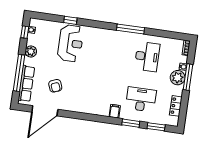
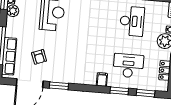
plant: (31, 52) -> (13, 11), moved
window: (73, 115) -> (59, 86), added

